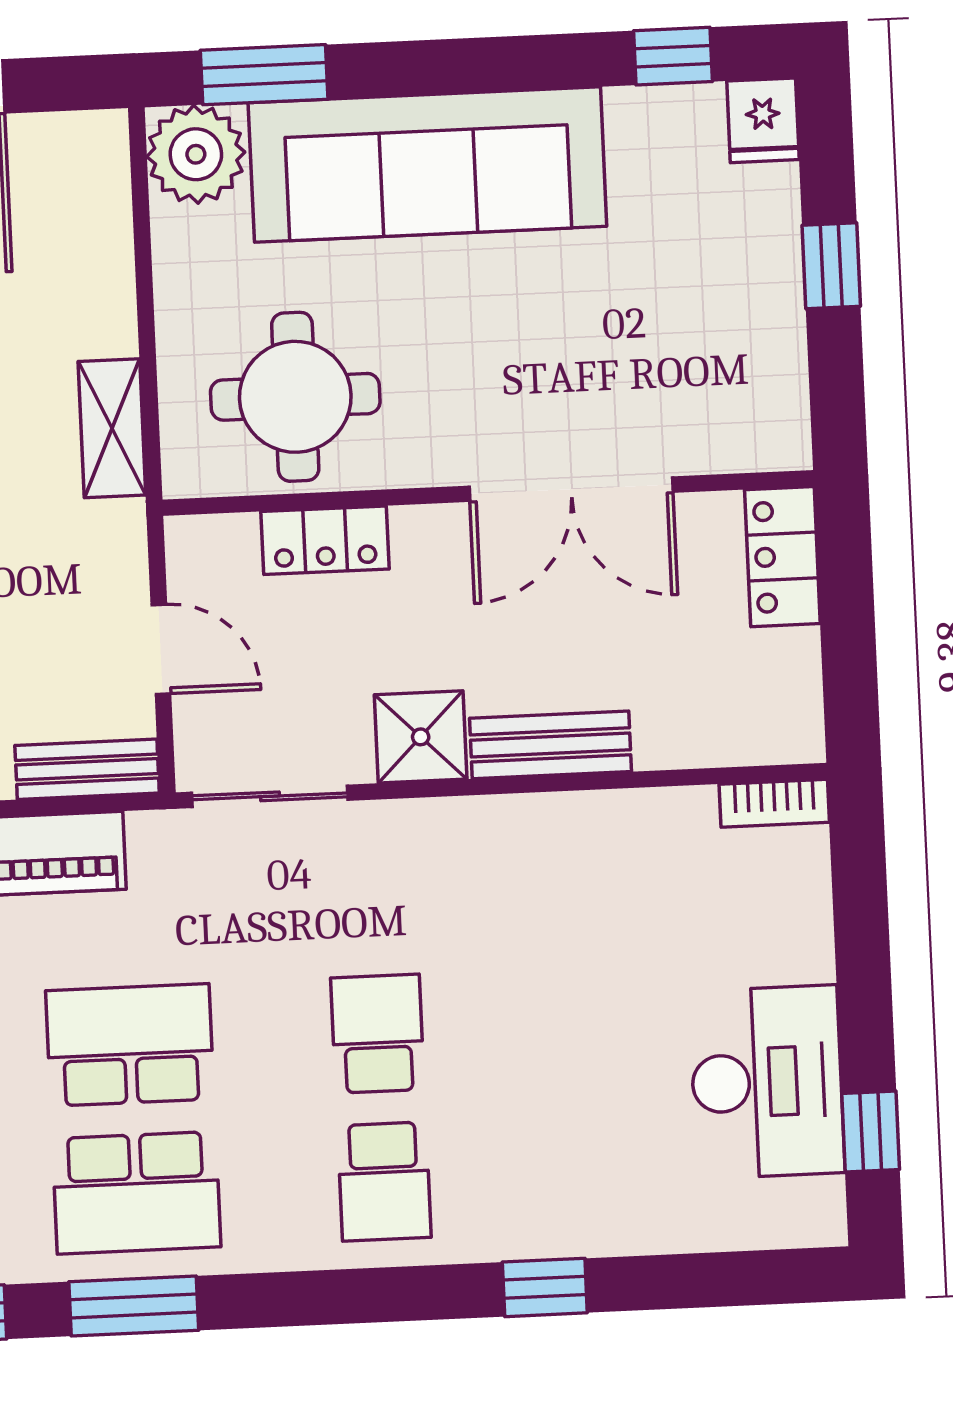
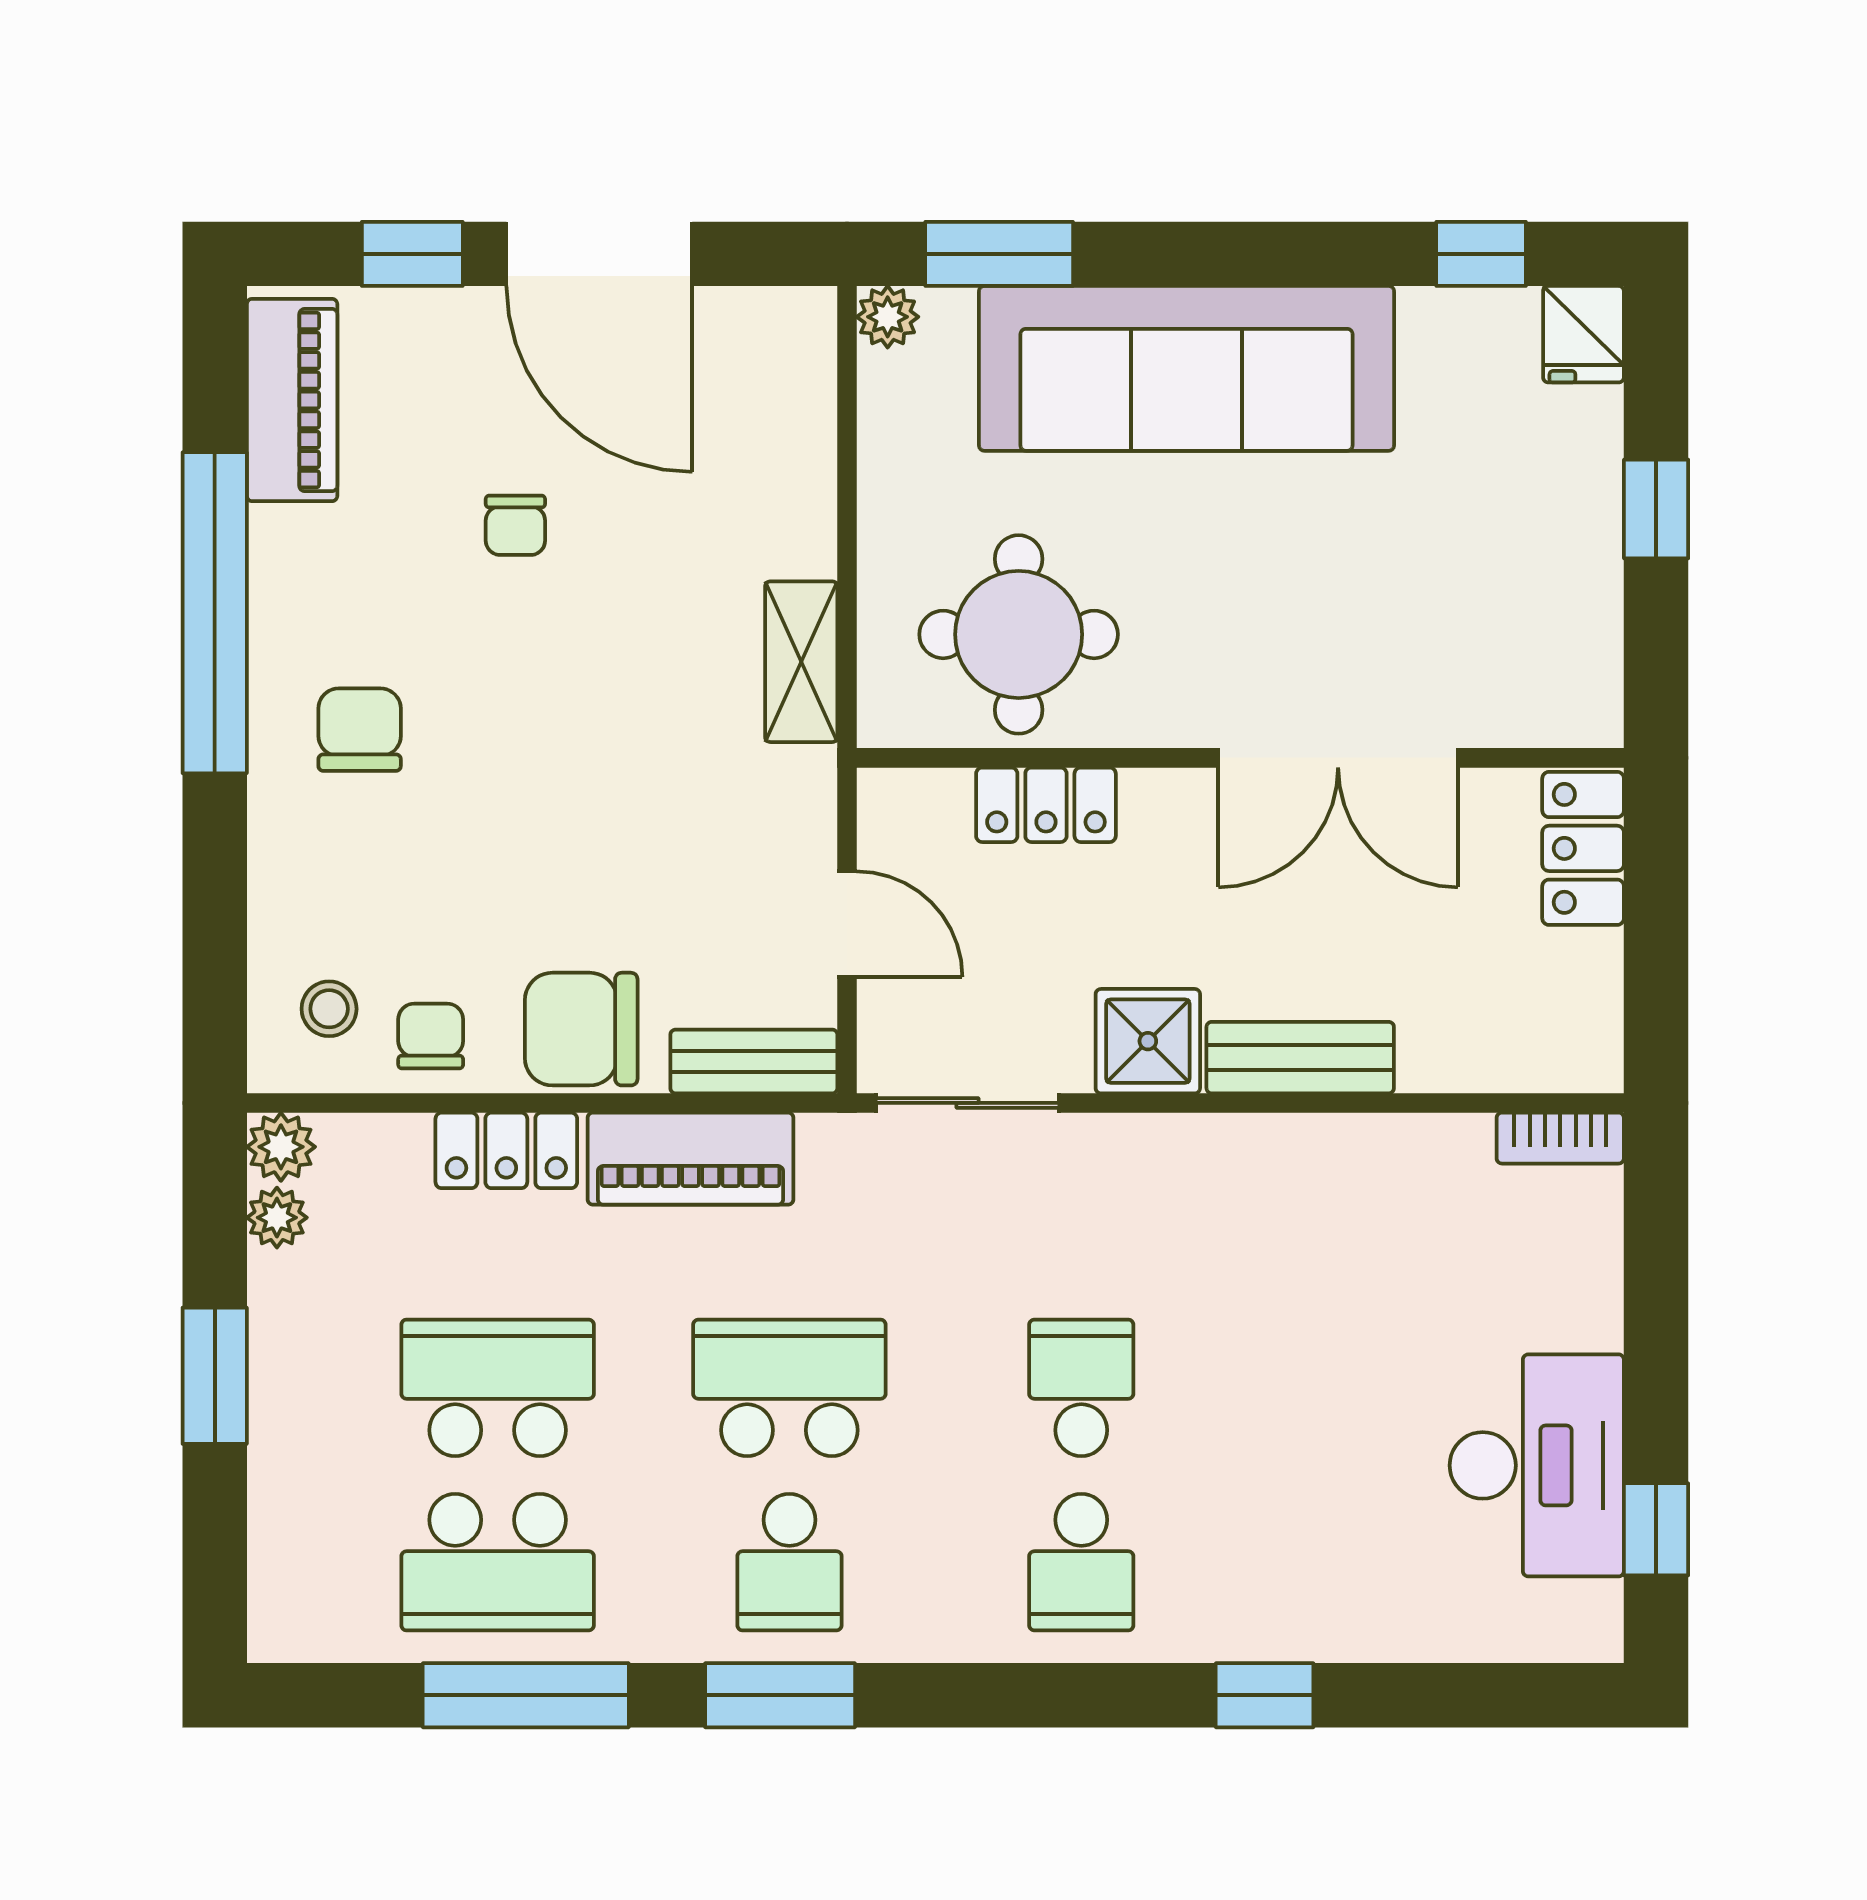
plant: (196, 154) -> (888, 317), width x0.53, depth x0.53
school desk: (137, 1193) -> (789, 1562), width x0.54

